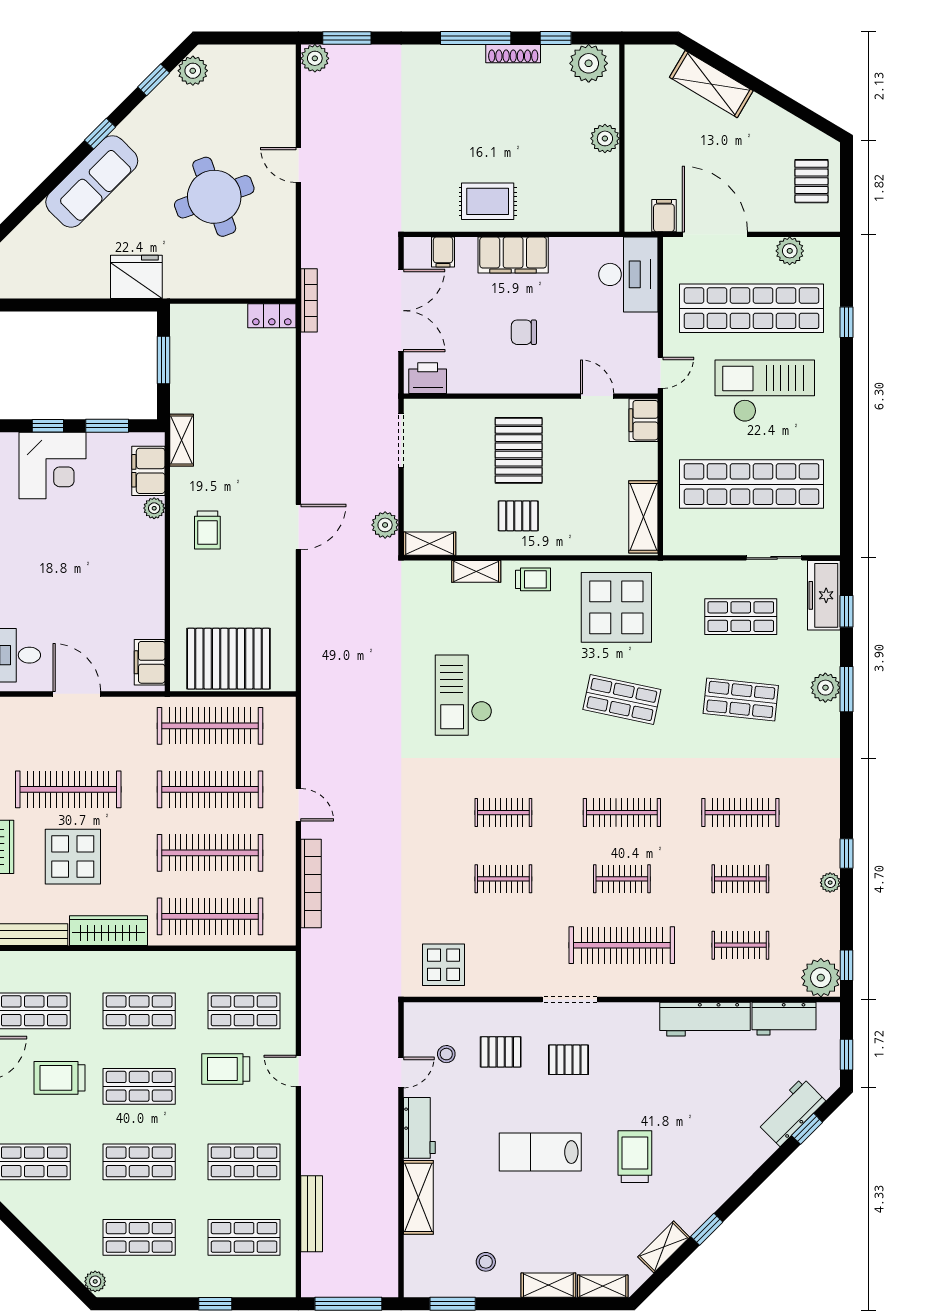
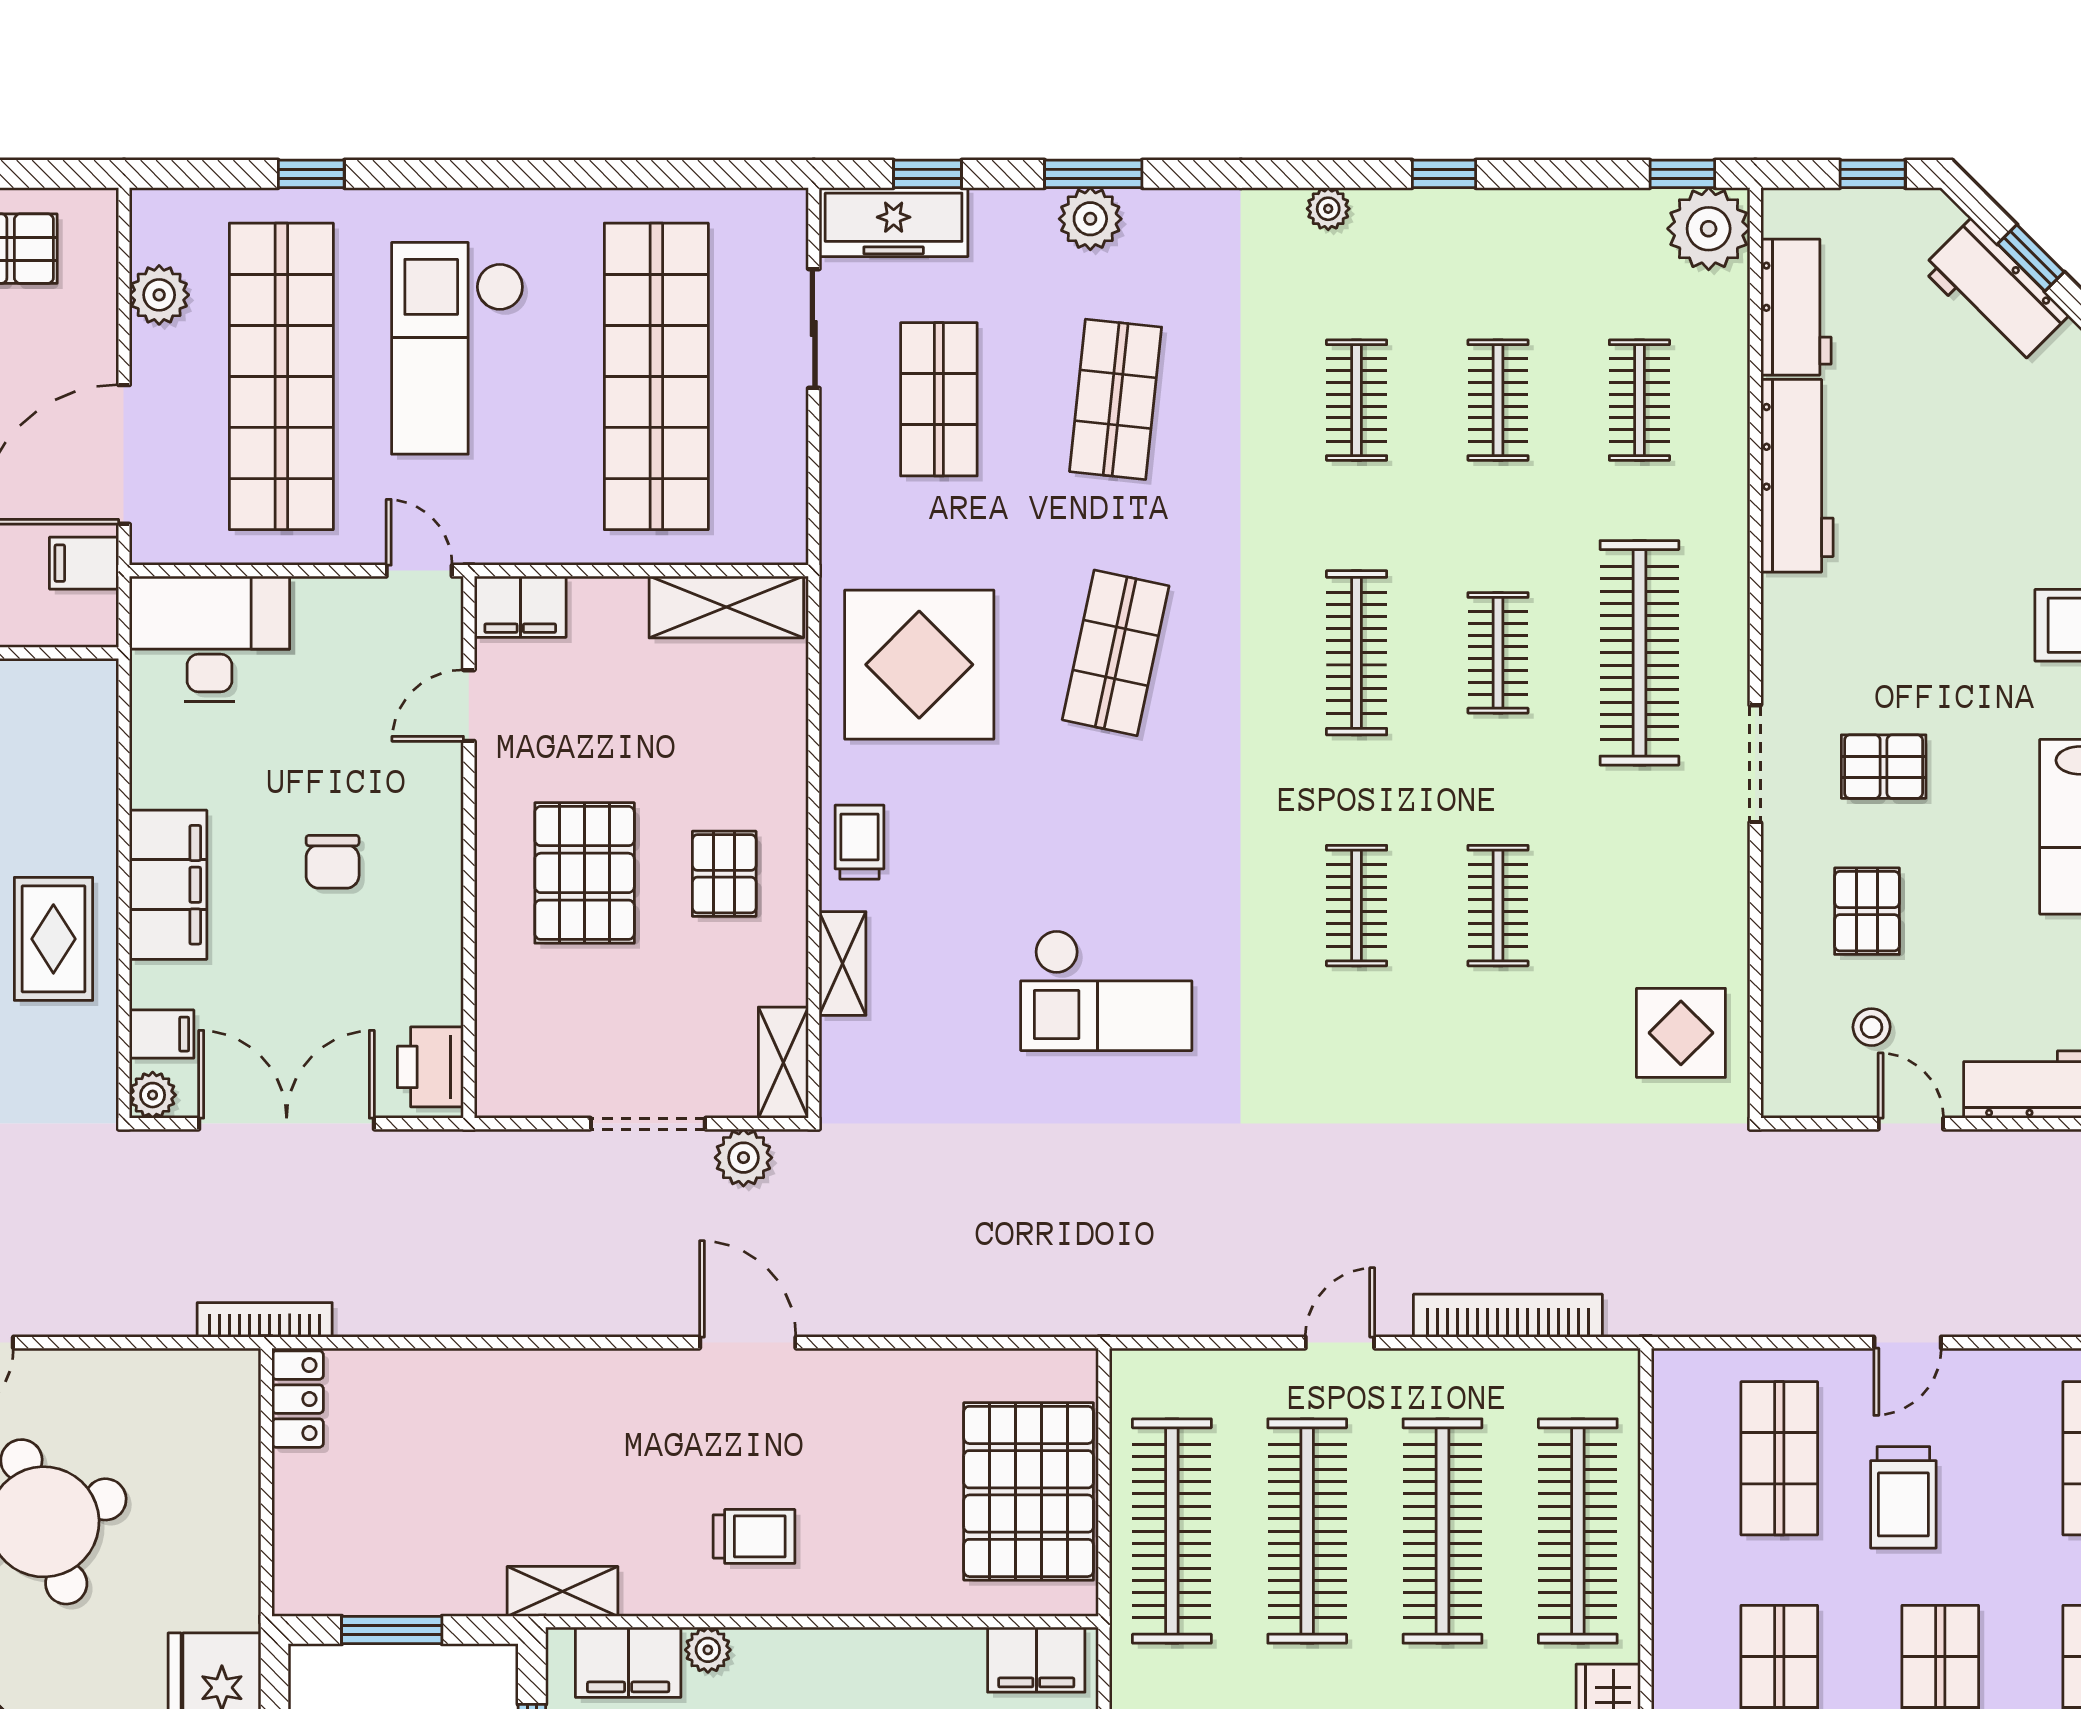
plant: (414, 248) -> (153, 1095), added
doorway: (401, 441) -> (648, 1124), moved
pallet: (519, 450) -> (585, 873), turned 90
clothes rail: (740, 813) -> (1357, 400), width x0.73
plant: (830, 883) -> (1328, 209), moved
pallet: (568, 1060) -> (1884, 767), turned 90

